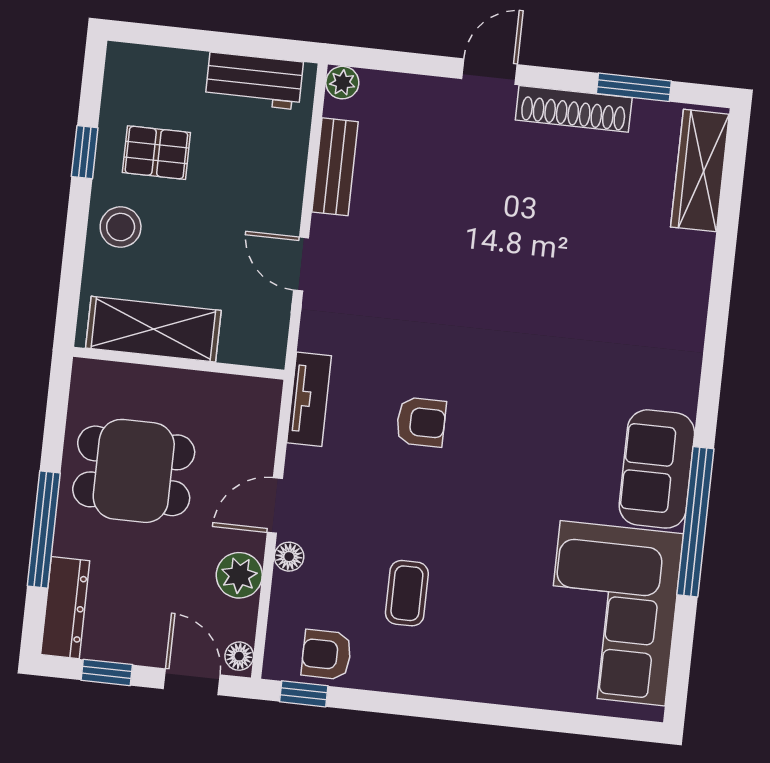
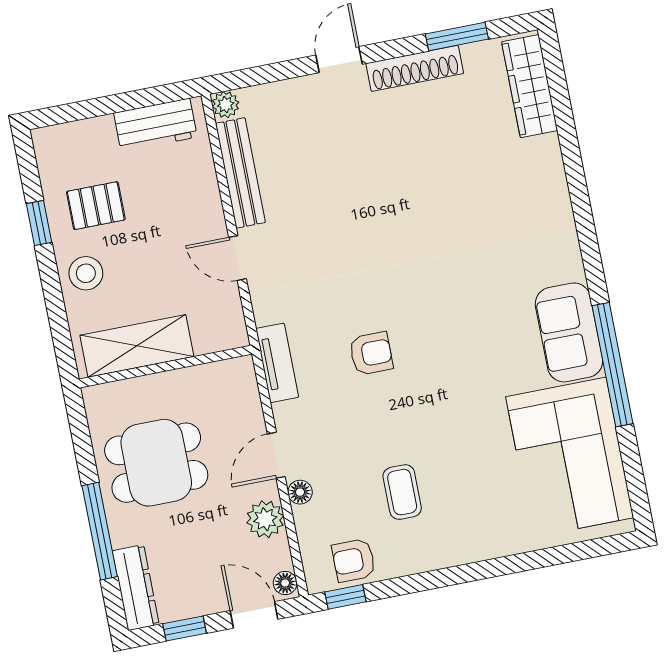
bench: (335, 167) -> (240, 173), width x1.36

